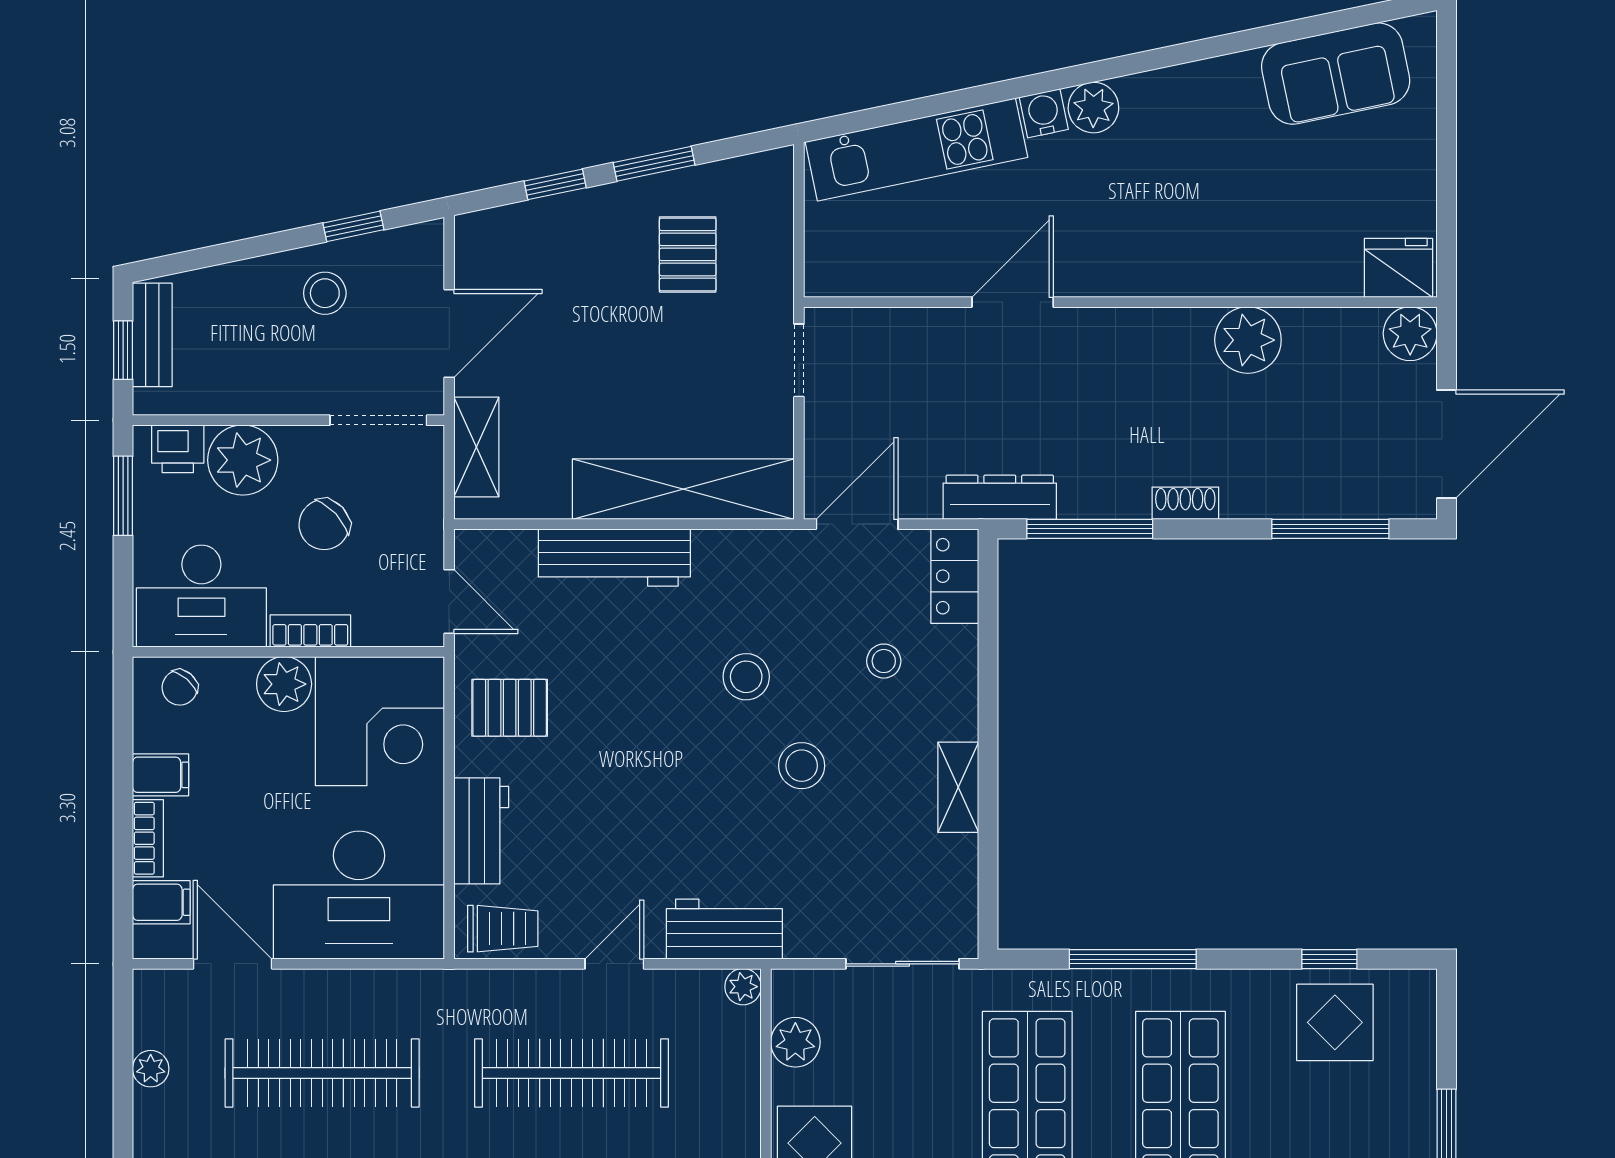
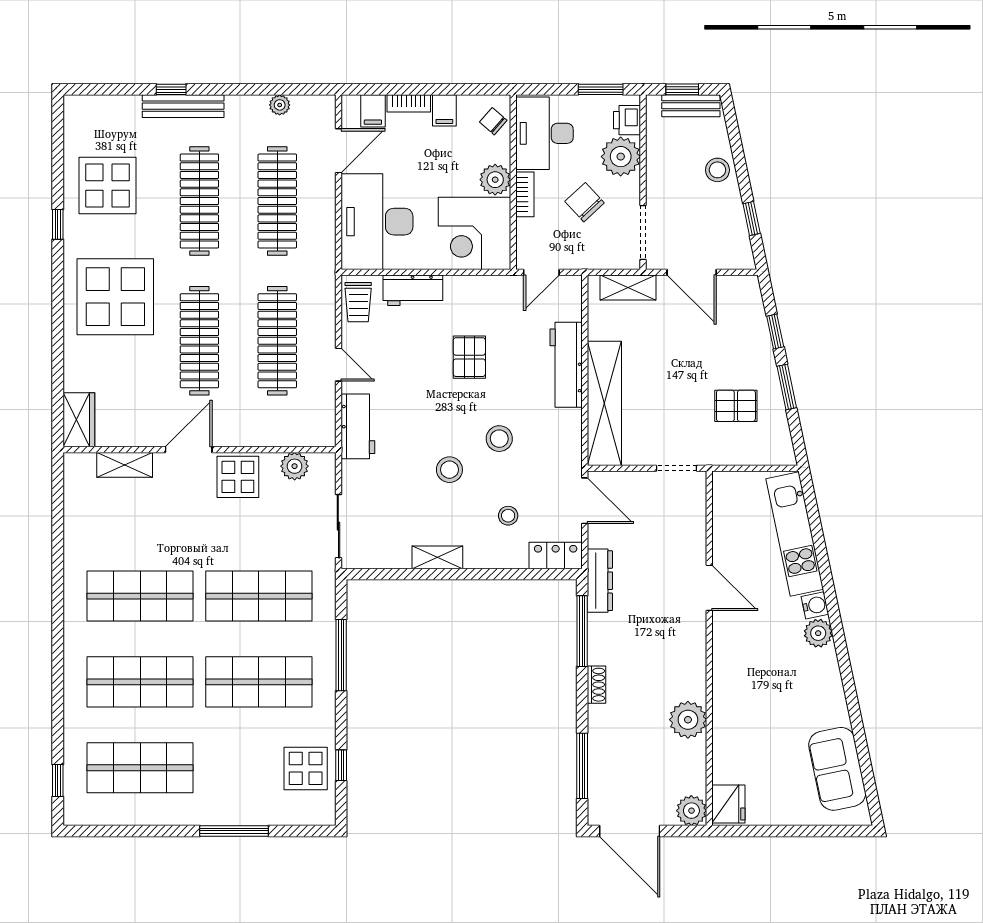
stool: (325, 293) -> (717, 170), moved
pallet: (510, 708) -> (469, 357), moved
plant: (743, 987) -> (326, 437), removed

